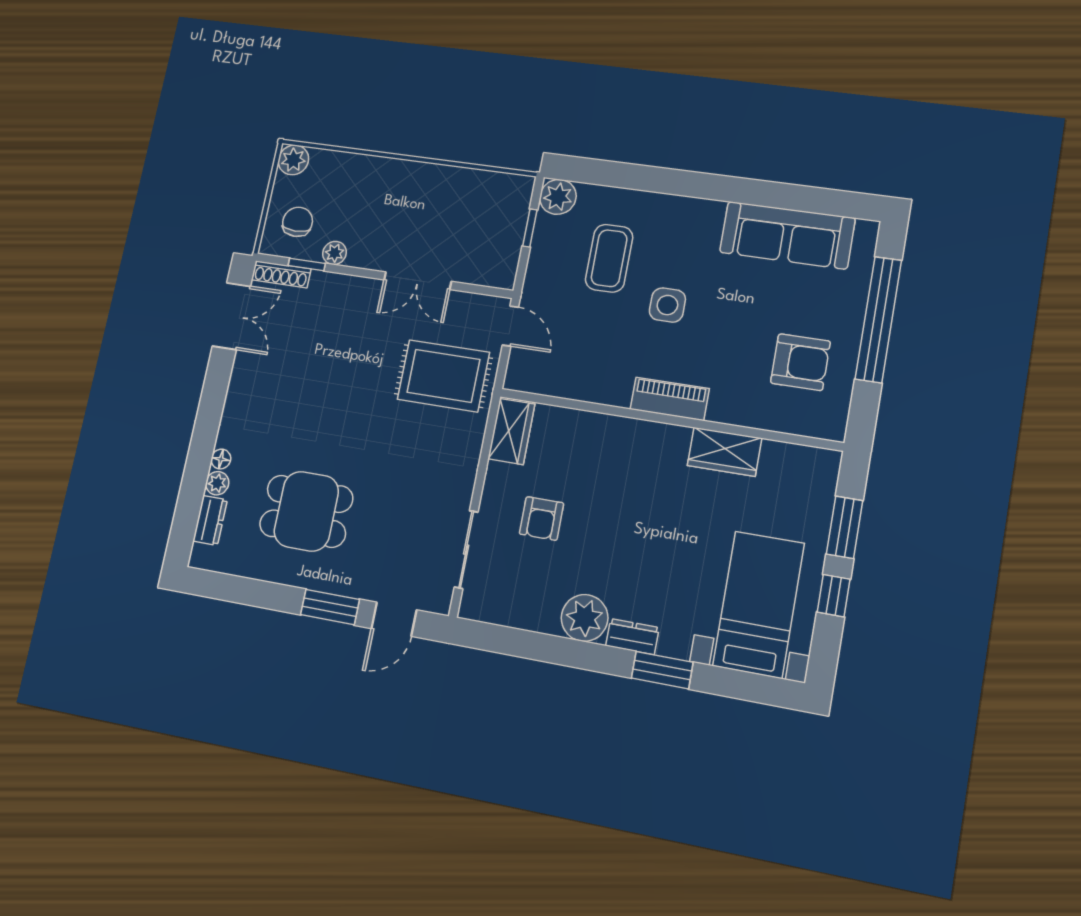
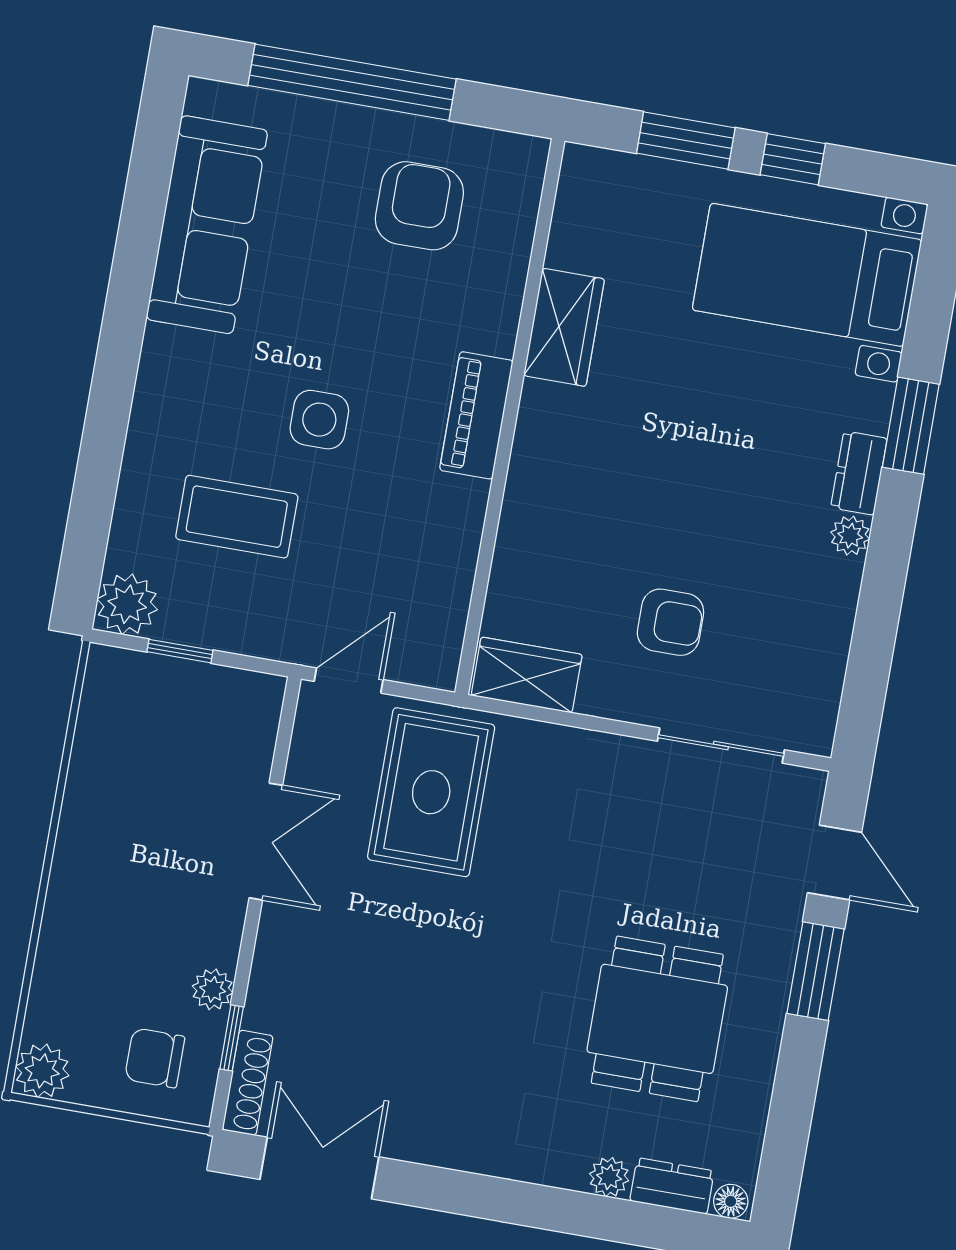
floor lamp: (221, 459) -> (731, 1201), moved
plant: (585, 618) -> (850, 536), width x0.53, depth x0.53

